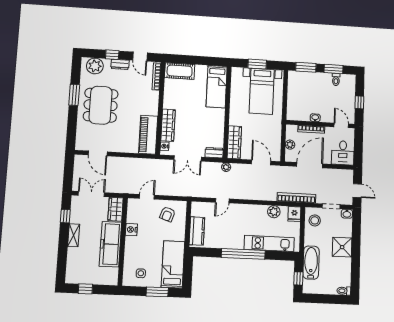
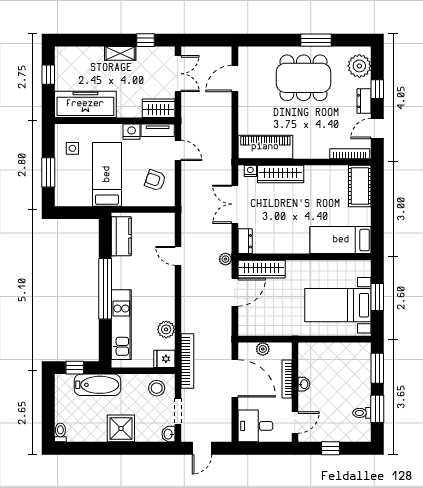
door: (261, 162) -> (235, 292), moved
tv unit: (131, 211) -> (158, 130), added
kitchen counter: (197, 231) -> (121, 236), moved, turned -90
freezer: (110, 244) -> (85, 104), moved
bed: (173, 264) -> (107, 174), moved, turned -90

